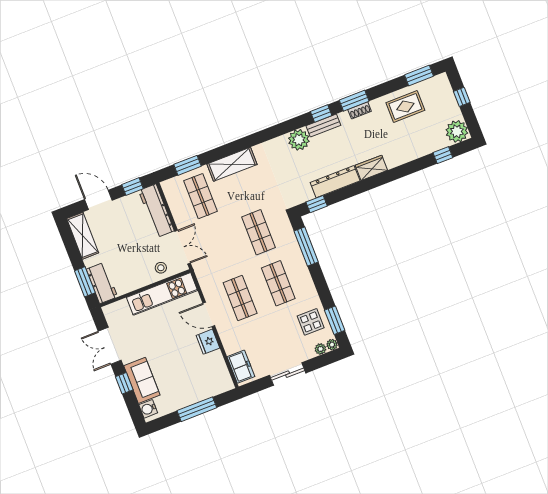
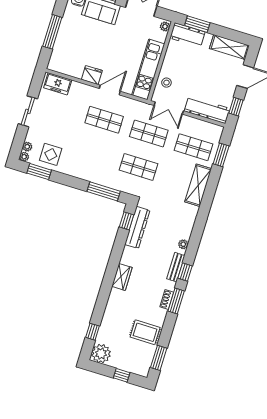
rug: (405, 106) -> (145, 332), turned 90
plant: (299, 140) -> (183, 244), width x0.53, depth x0.53
dresser: (335, 182) -> (137, 227), moved
shop shelf: (278, 283) -> (149, 133), moved
plant: (110, 310) -> (165, 26), added

